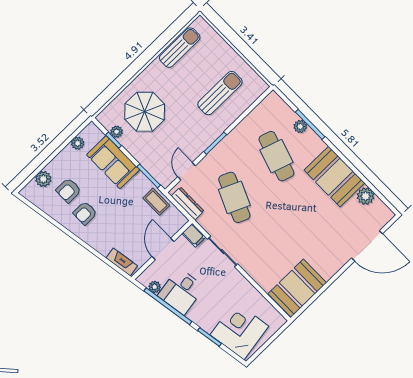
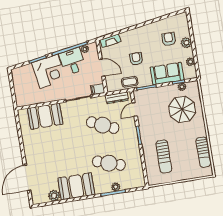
door: (187, 171) -> (135, 109), swing flipped
plant: (43, 179) -> (186, 43), moved
armchair: (85, 213) -> (136, 59), moved
booth: (297, 288) -> (45, 116), moved, turned 90
corner desk: (239, 330) -> (49, 71), moved

